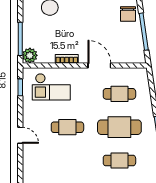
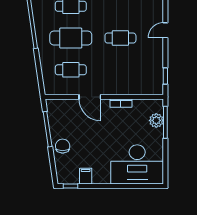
plant: (30, 55) -> (156, 120), moved
checkout: (51, 87) -> (136, 77), removed
door: (20, 135) -> (165, 30), hinge flipped

